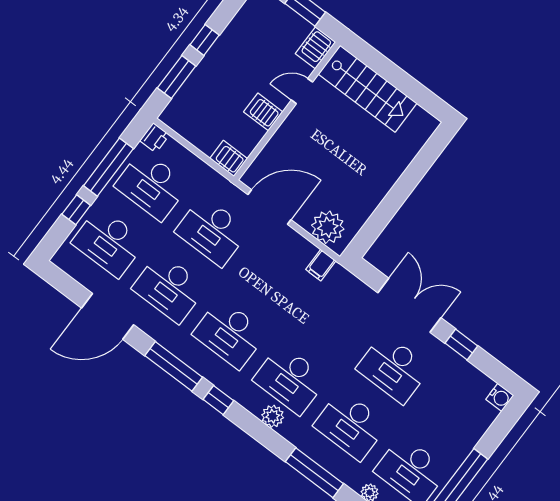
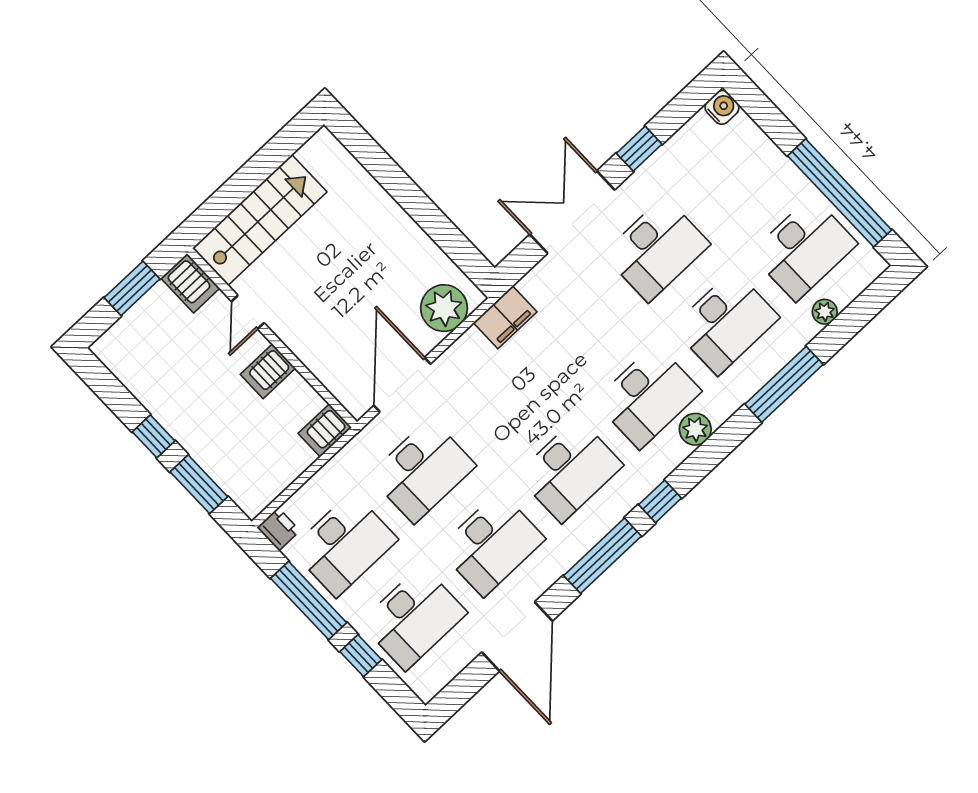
filing cabinet: (321, 265) -> (505, 317), width x2.00

